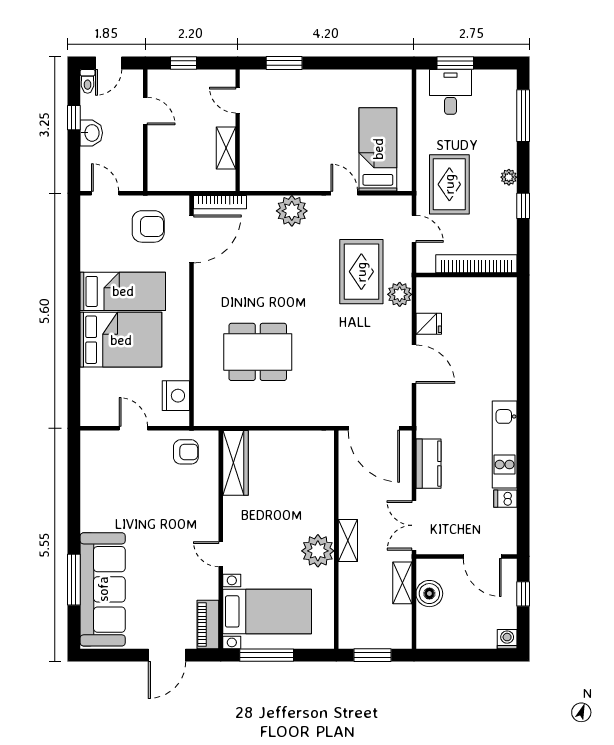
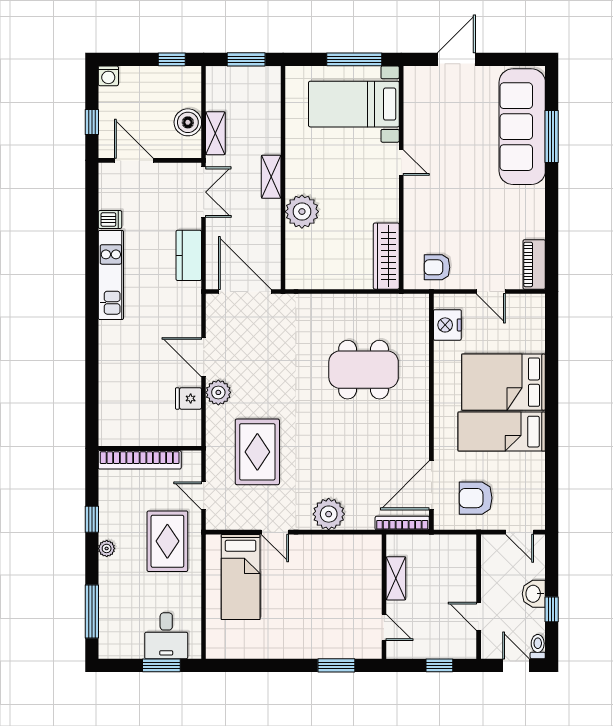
door: (109, 63) -> (516, 665), hinge flipped
plant: (400, 294) -> (218, 392), moved
plant: (318, 551) -> (302, 212), moved
piano: (208, 625) -> (534, 264), moved, turned 180
window: (445, 655) -> (172, 59), added

